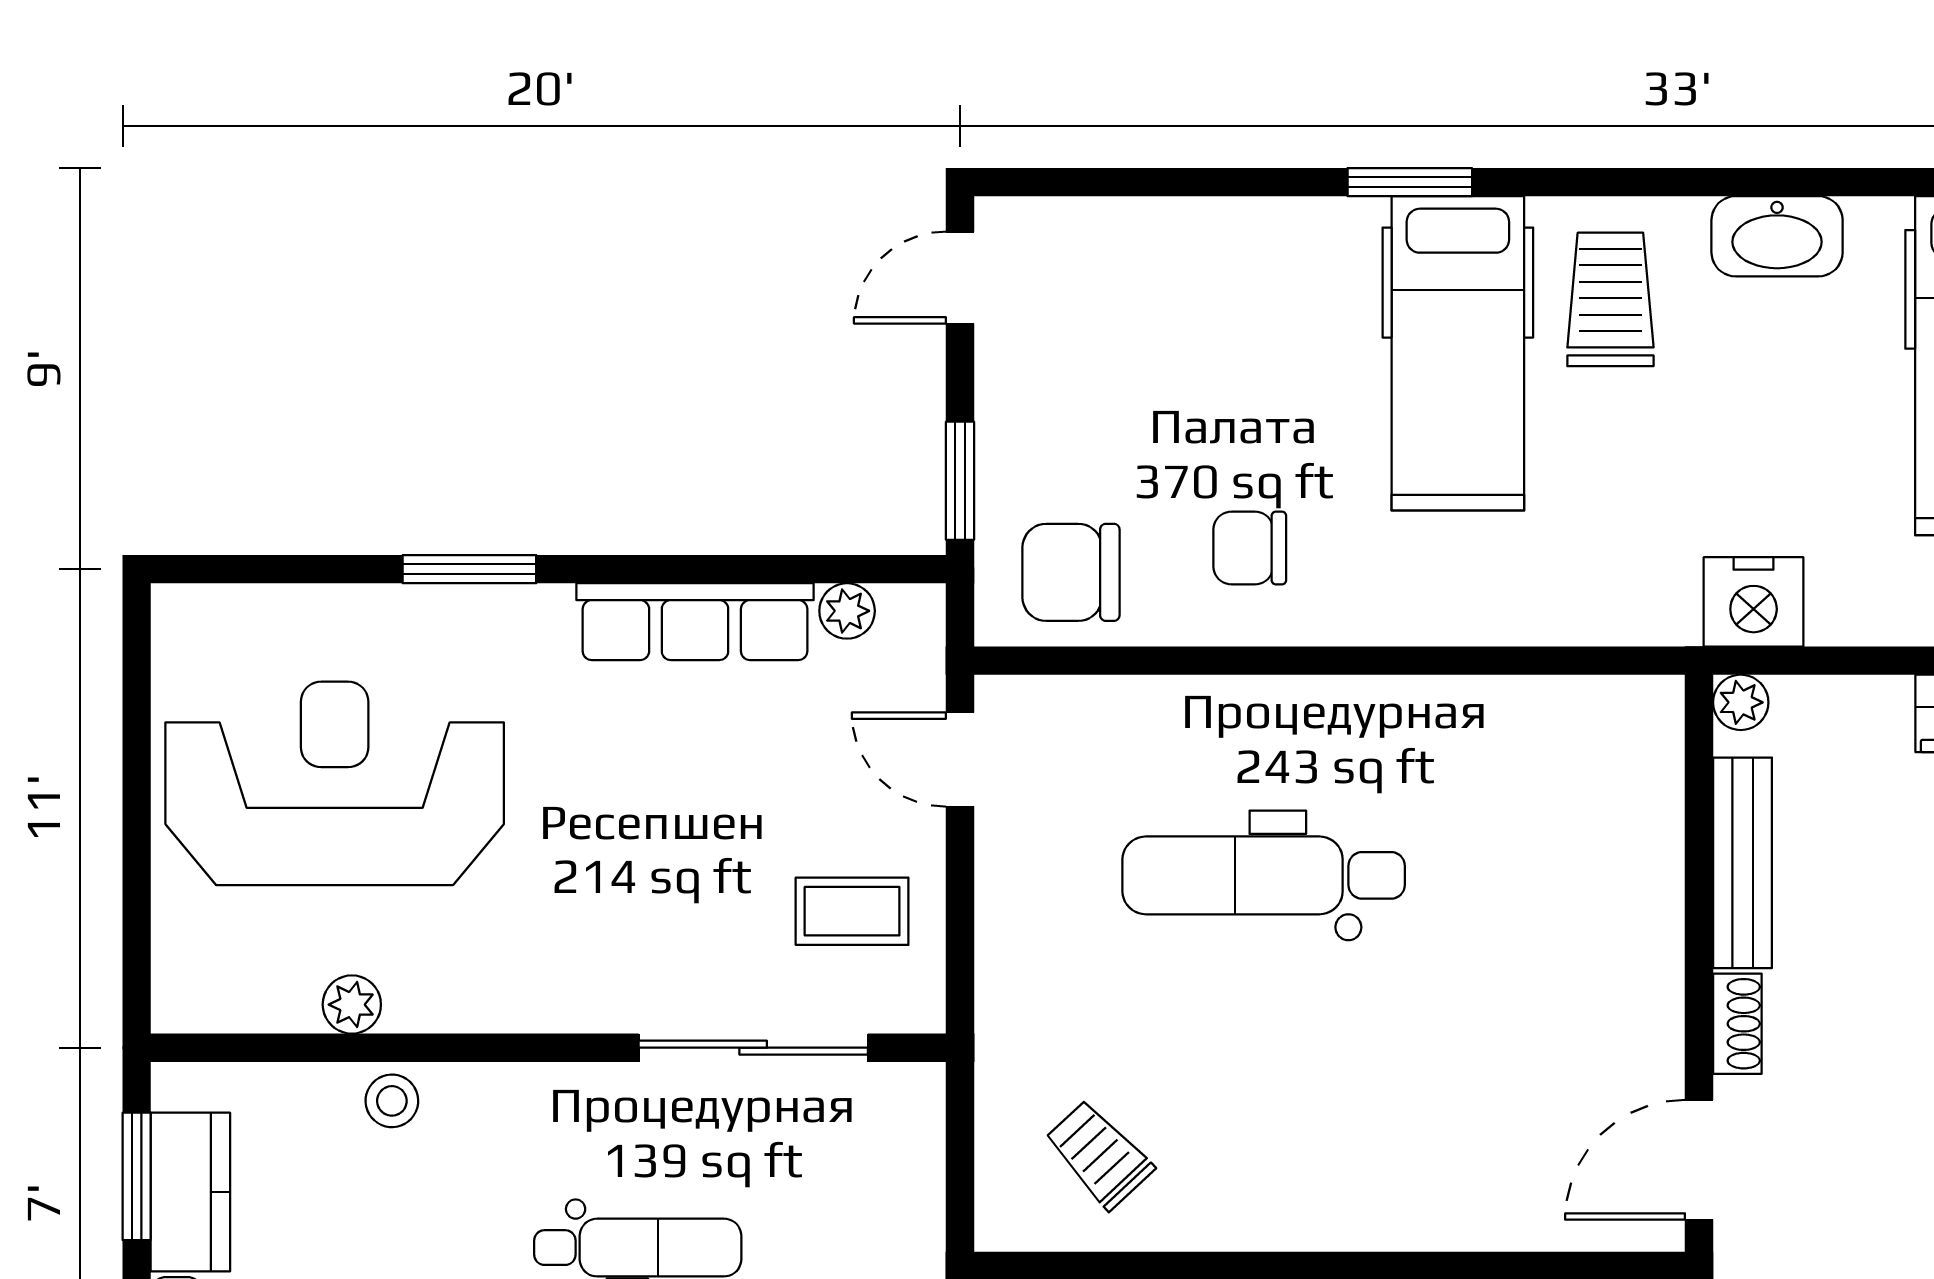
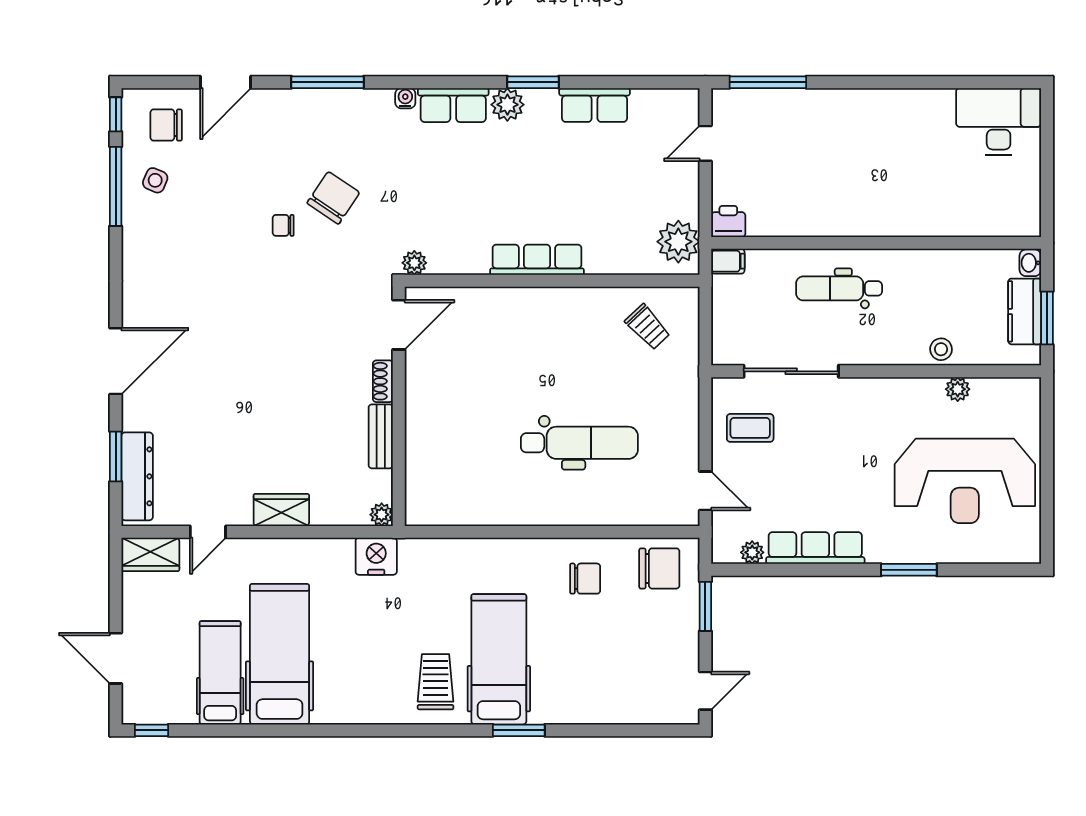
washbasin: (1777, 236) -> (366, 708), removed
trolley: (1610, 299) -> (436, 682), turned 180
bench: (1742, 863) -> (381, 436), width x0.73

